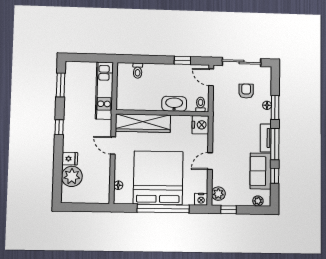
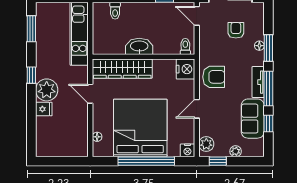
washbasin: (174, 104) -> (139, 46), moved
armchair: (226, 132) -> (214, 77), added
plant: (72, 176) -> (47, 90), moved
plant: (258, 201) -> (236, 151), moved

